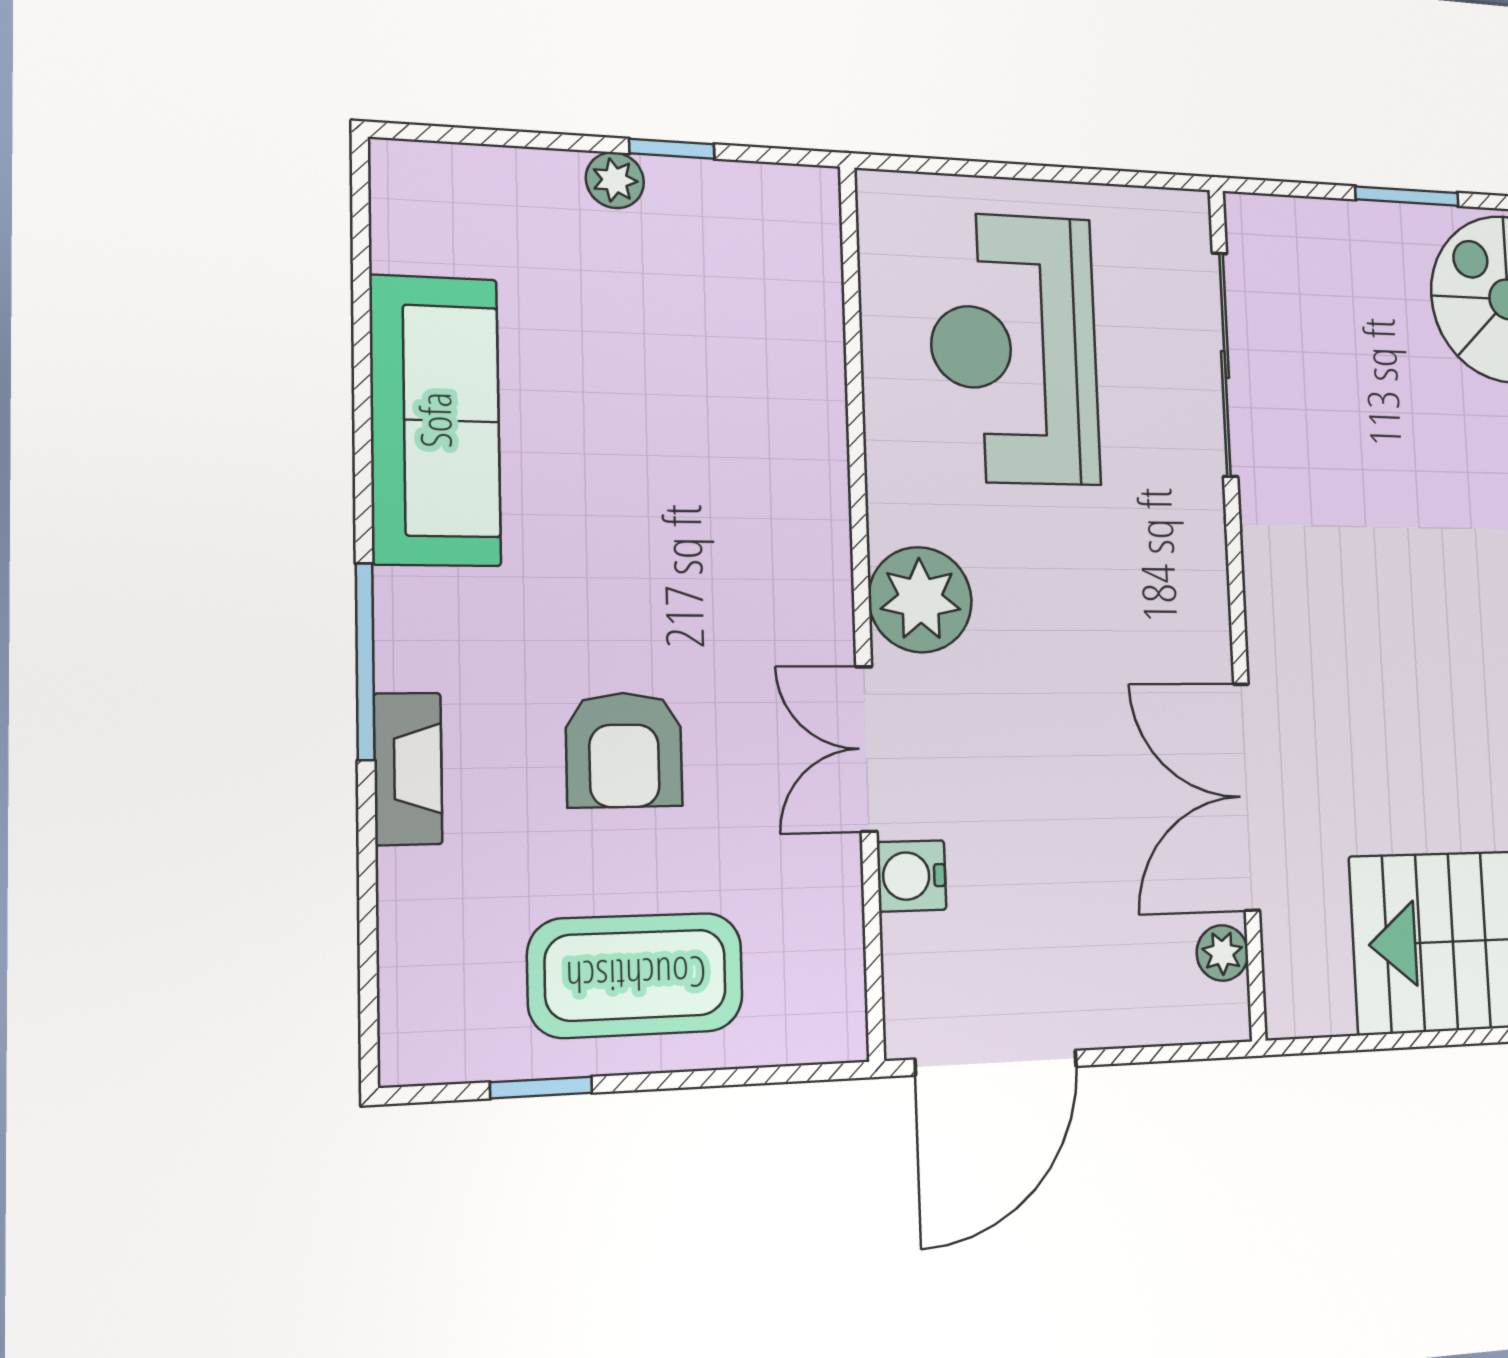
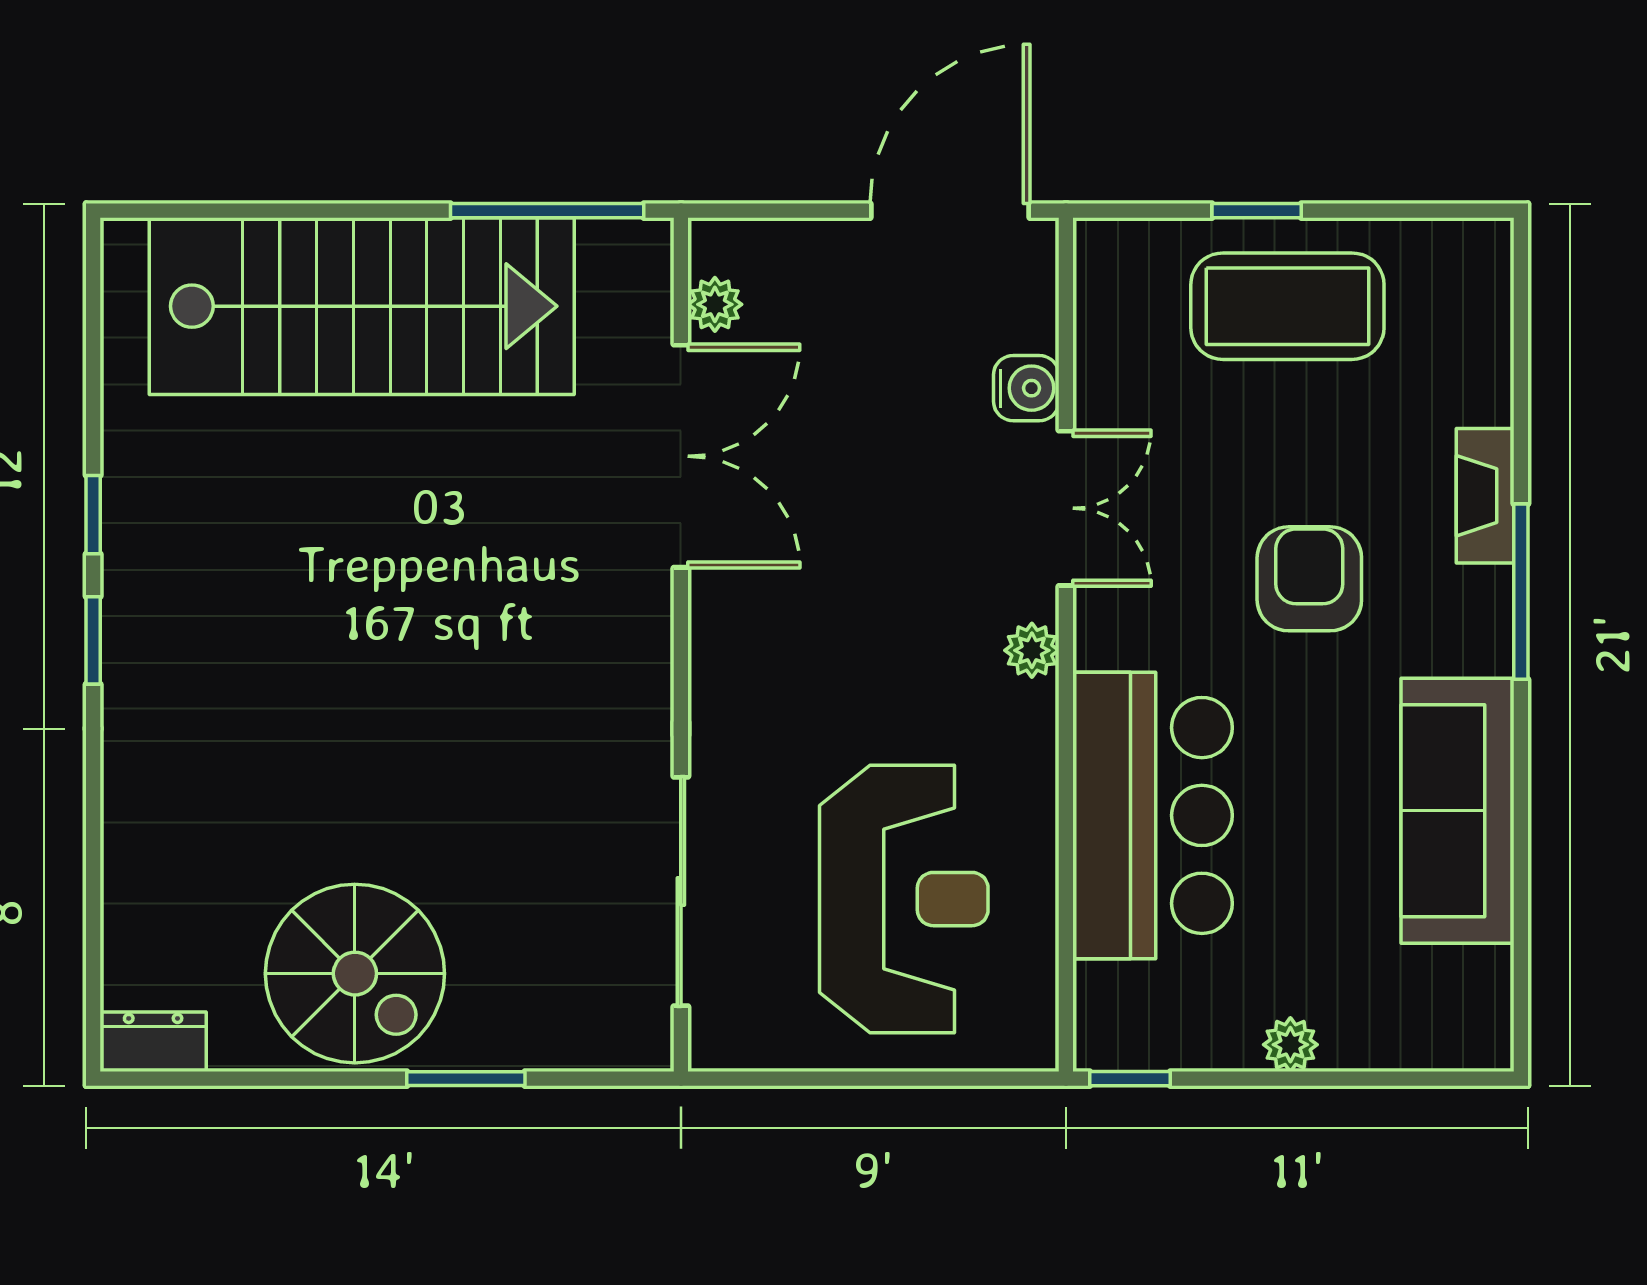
window: (672, 149) -> (1130, 1079), moved
bar counter: (767, 425) -> (1153, 815), added
plant: (920, 600) -> (1032, 650), width x0.53, depth x0.53
armchair: (624, 750) -> (1309, 579), moved
window: (1383, 1042) -> (547, 211), added
window: (541, 1088) -> (1257, 211), moved

